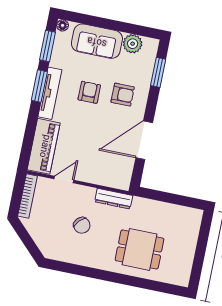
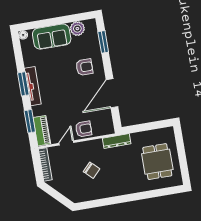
window: (48, 46) -> (30, 121), moved
armchair: (89, 92) -> (84, 129), moved, turned 90
piano: (44, 146) -> (42, 131), width x0.73, depth x0.75
dresser: (114, 199) -> (117, 141), moved
dining table: (140, 249) -> (157, 162), moved, turned 90

